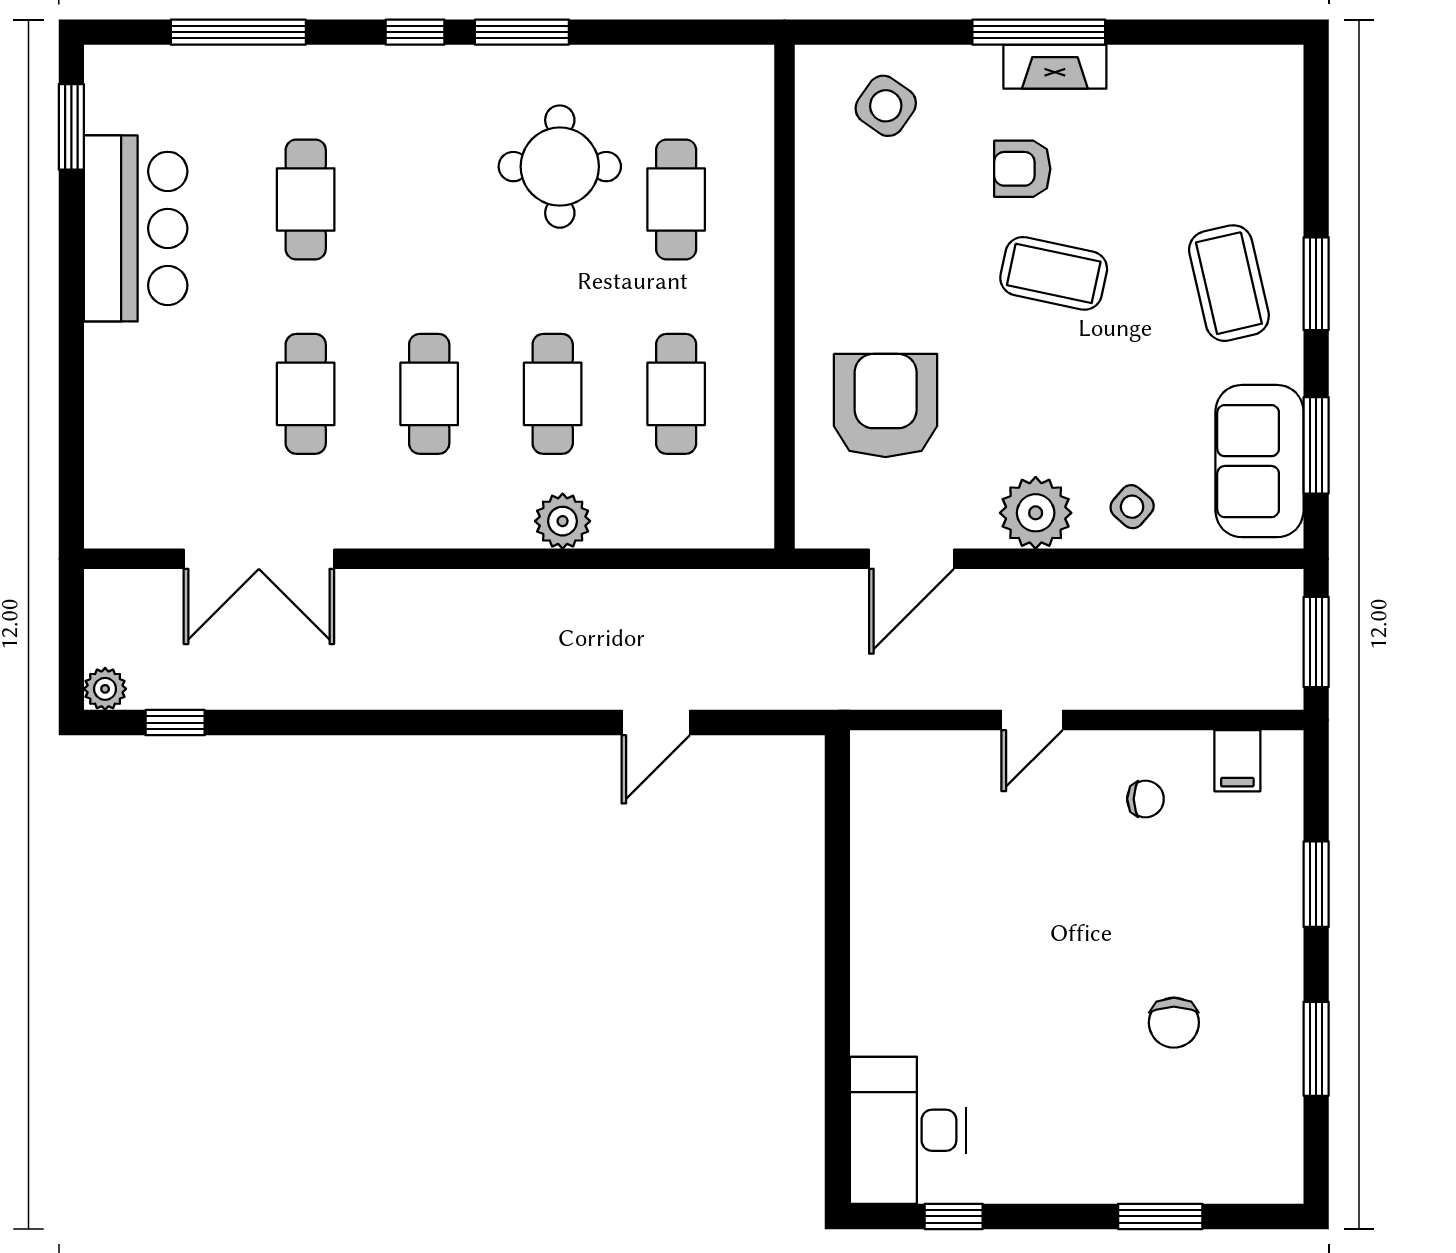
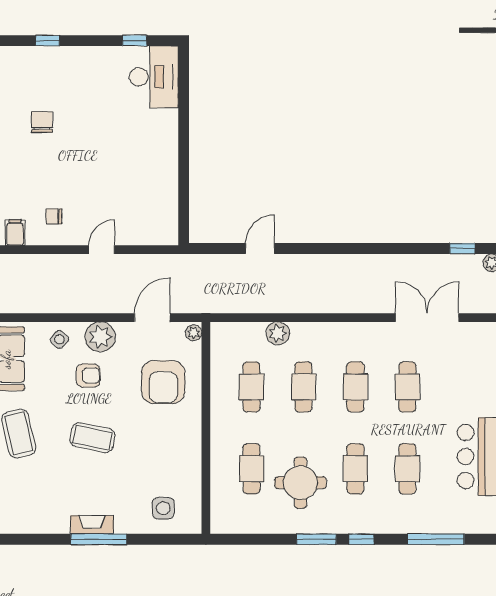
side table: (886, 106) -> (163, 508), turned -35
armchair: (1022, 169) -> (88, 376), moved
cafe table: (429, 200) -> (355, 469), added
plant: (563, 521) -> (278, 333), moved
plant: (814, 522) -> (194, 333), added
window: (1160, 1216) -> (48, 41), width x0.67

